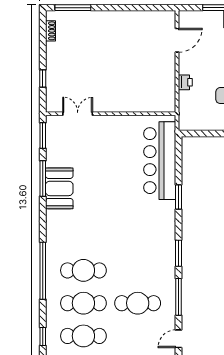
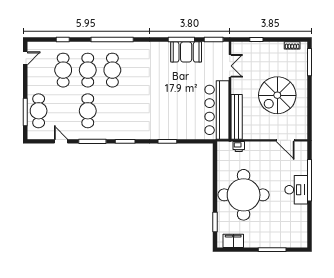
spiral stairs: (117, 51) -> (277, 95), added
printer: (185, 82) -> (239, 146), moved
bench: (146, 105) -> (237, 117), added
bar counter: (160, 161) -> (217, 110), moved, turned -90
booth: (59, 188) -> (186, 52), moved

